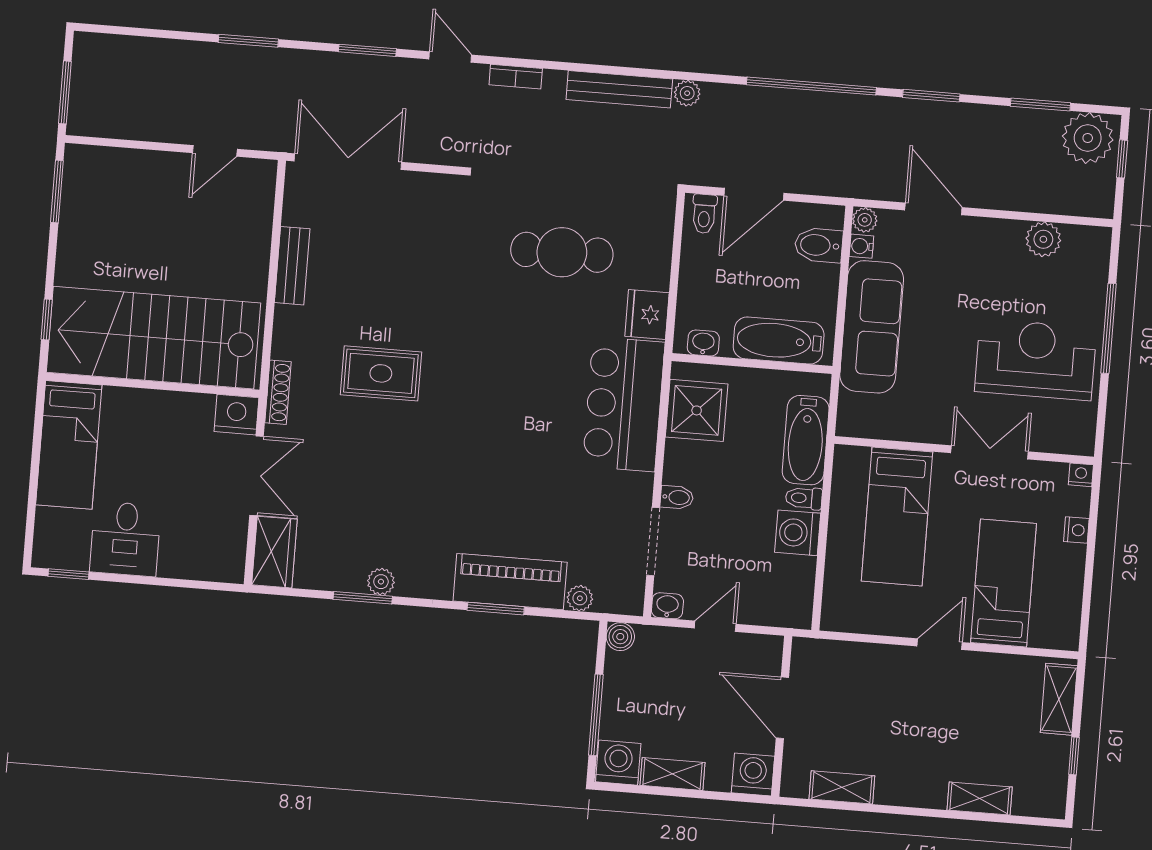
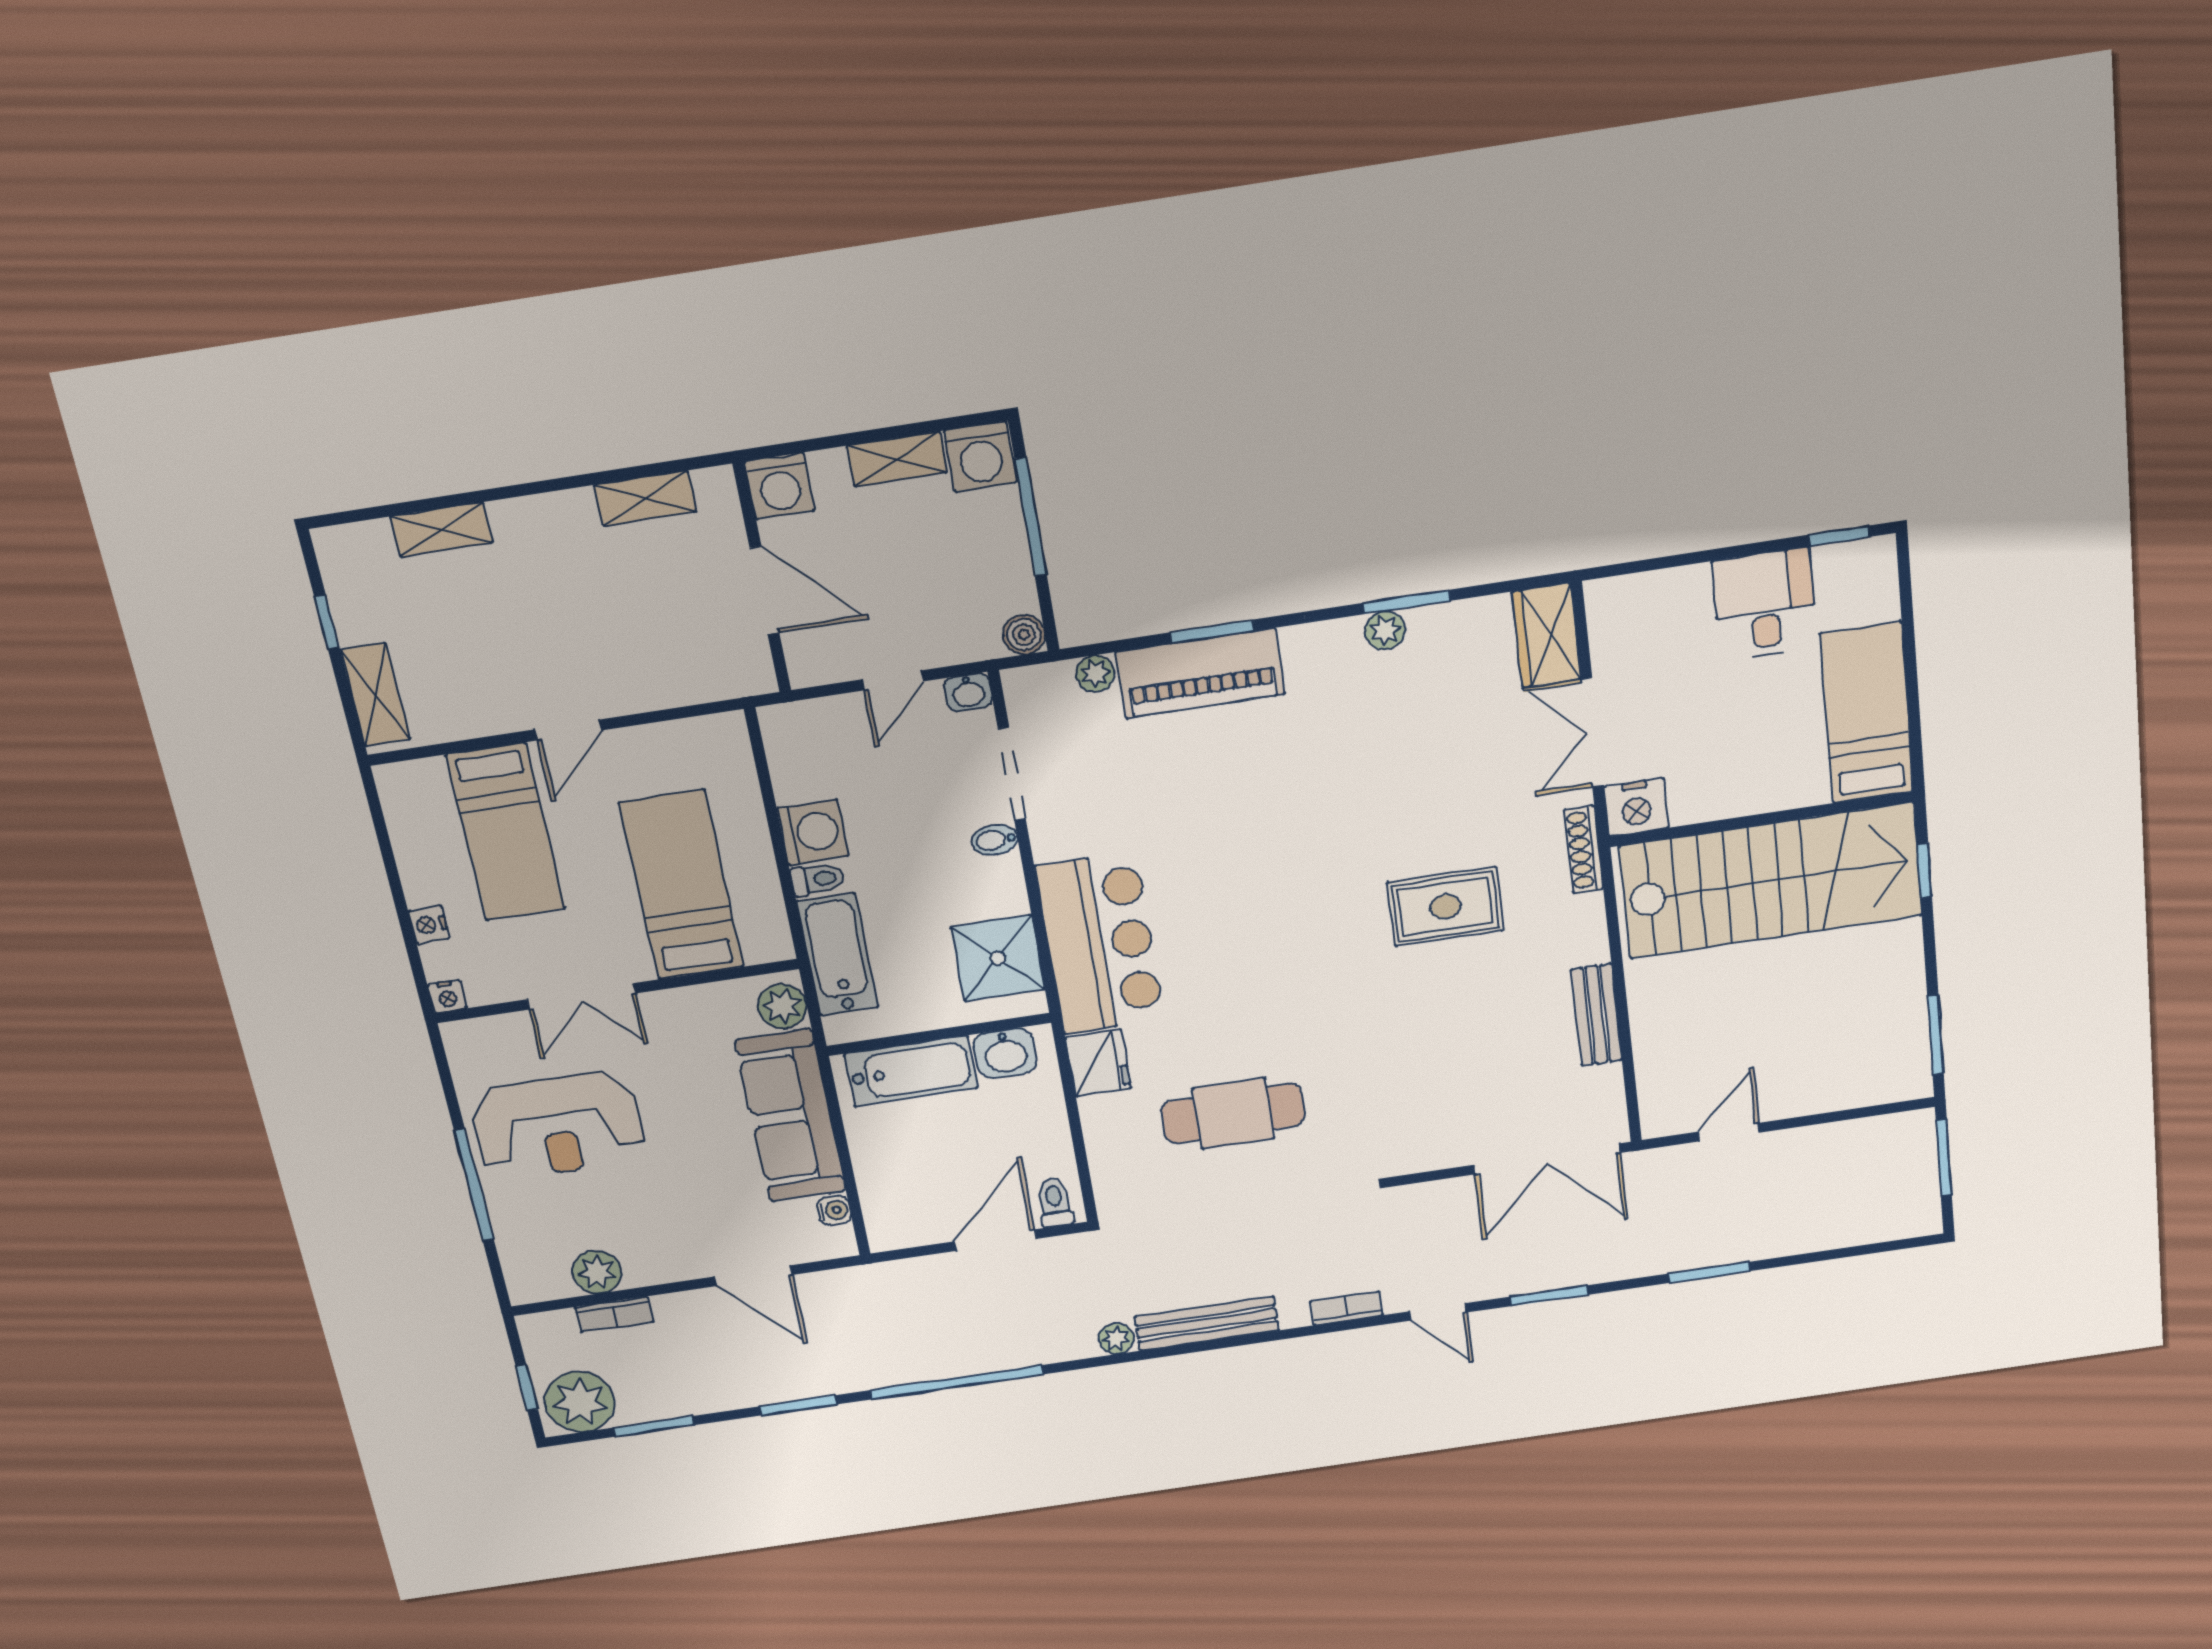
bookcase: (1041, 203) -> (614, 1315), added
plant: (865, 220) -> (782, 1006), moved, width x1.38, depth x1.38
bidet: (819, 245) -> (892, 1199), removed
washbasin: (703, 343) -> (1005, 1053), width x1.38, depth x1.45

